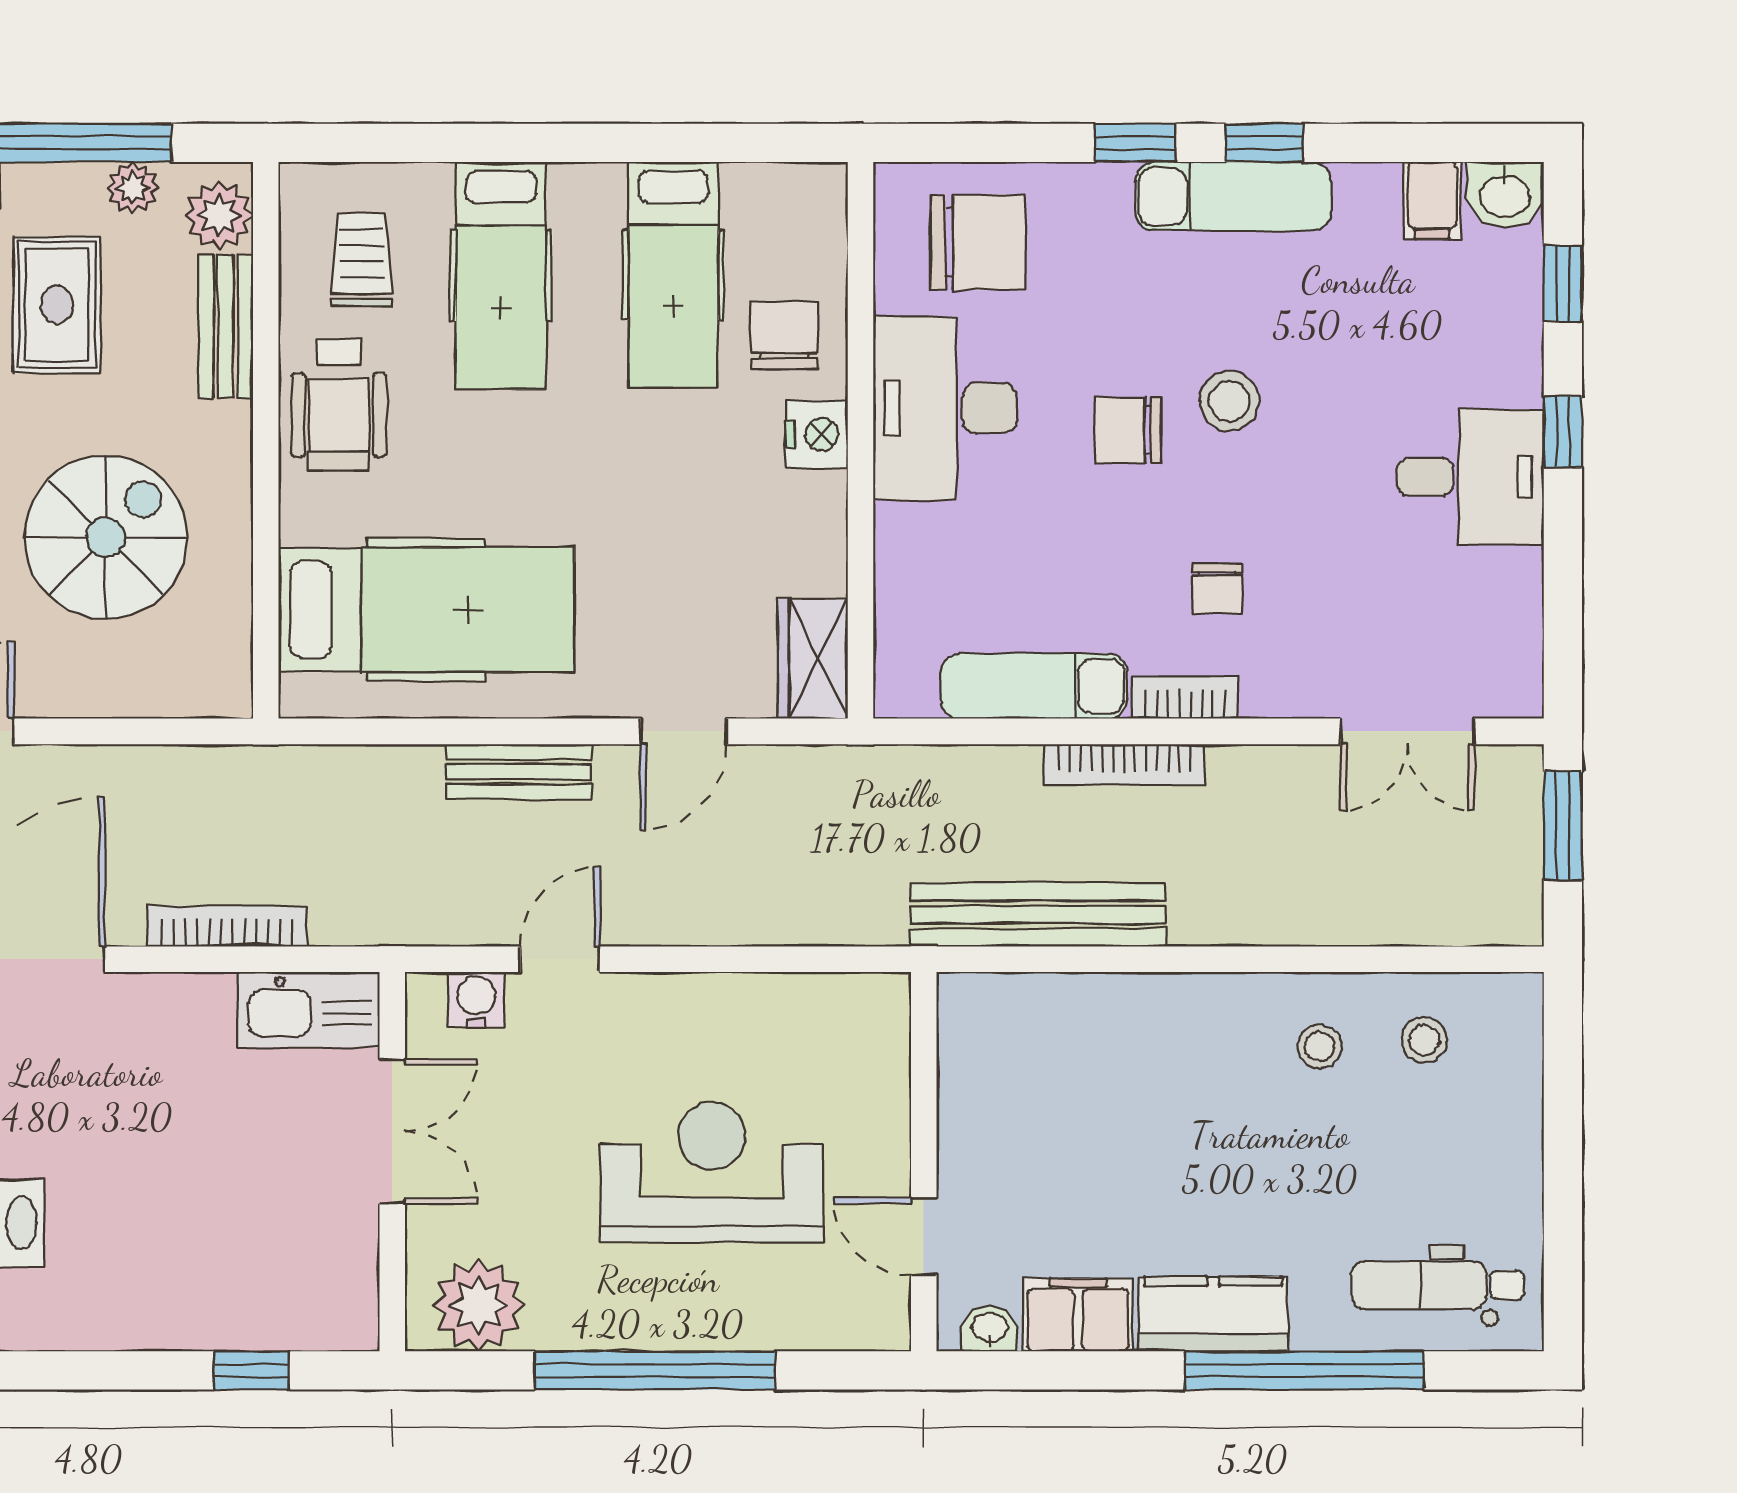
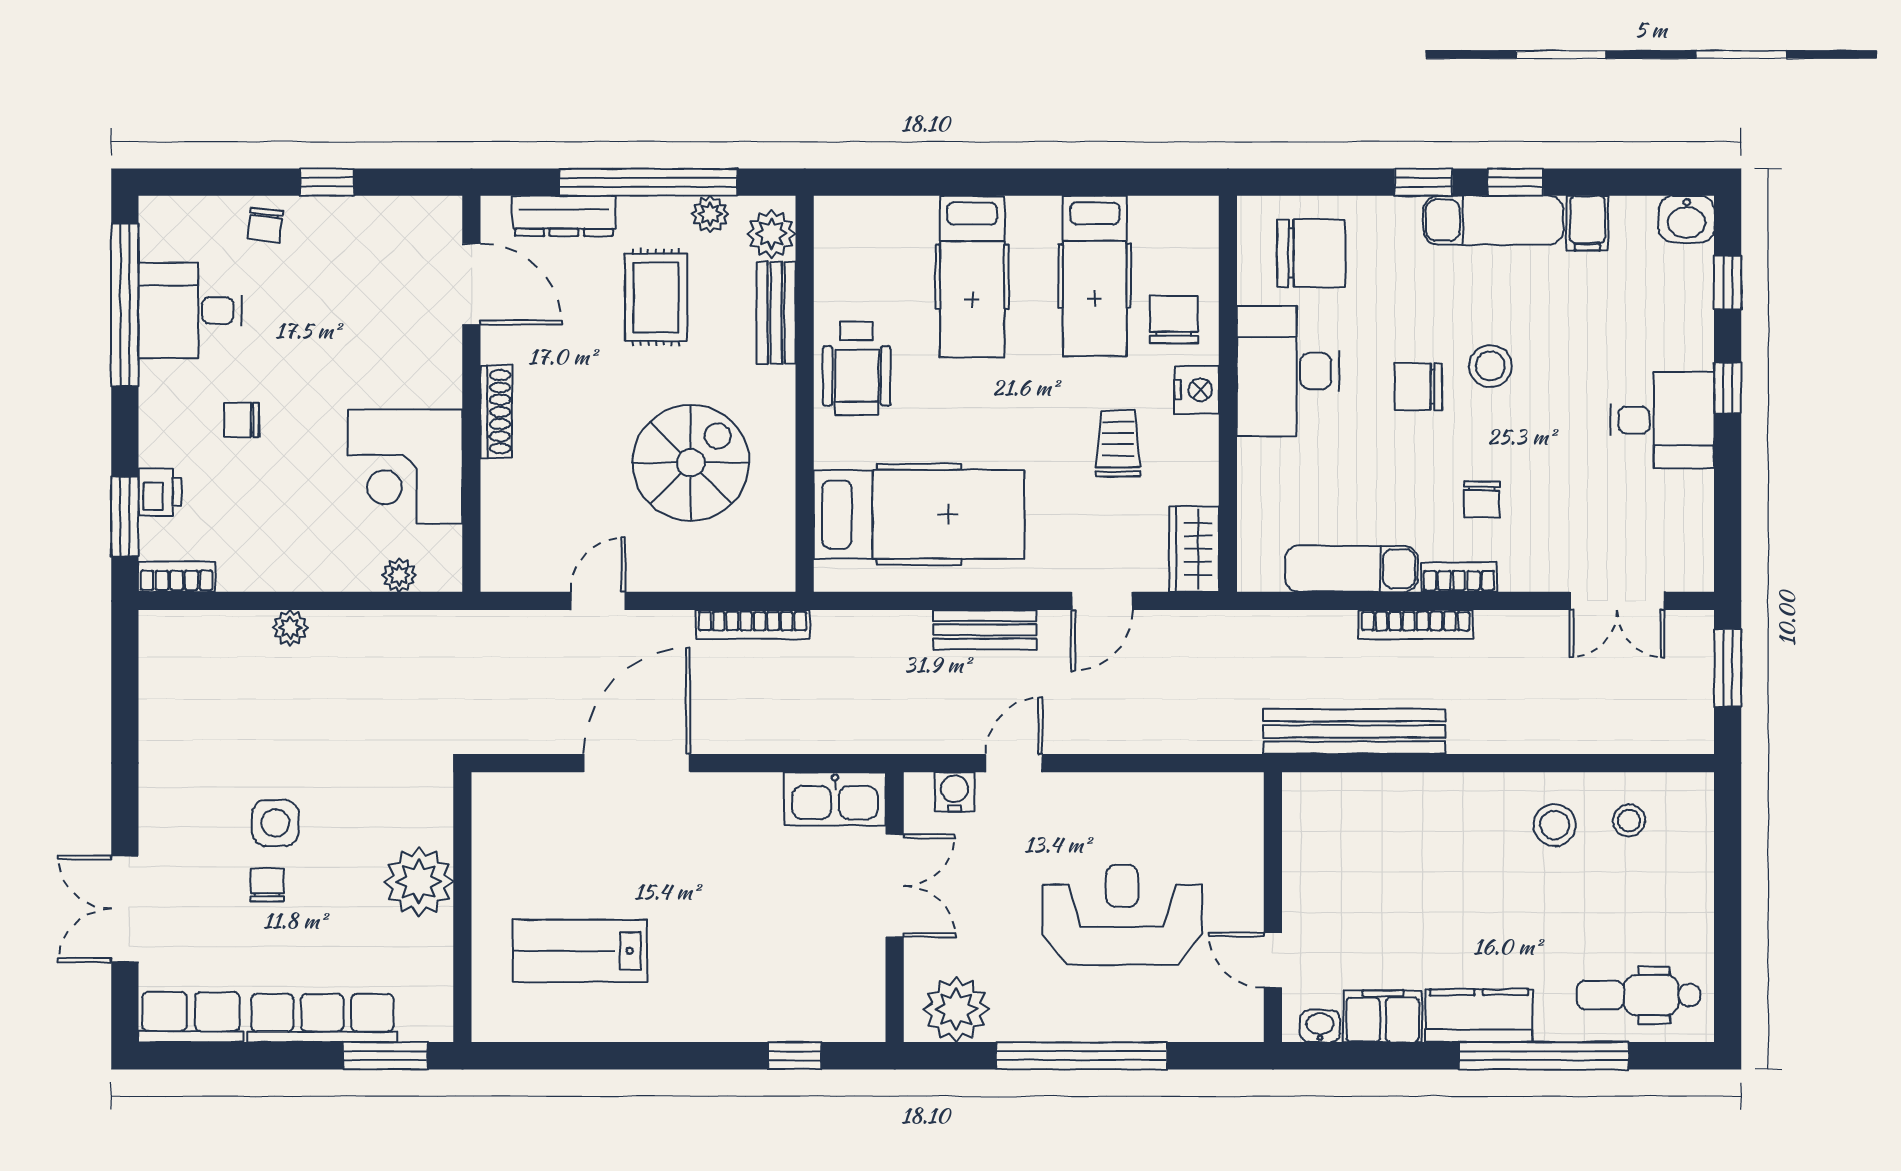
filing cabinet: (1432, 201) -> (1587, 223), moved
trolley: (361, 260) -> (1118, 444), moved
bookcase: (227, 926) -> (753, 625), moved, turned 180
stool: (1319, 1046) -> (1555, 825), width x1.37, depth x1.37

